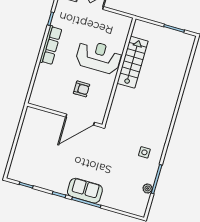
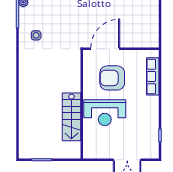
row of seats: (51, 45) -> (153, 76), moved
armchair: (82, 89) -> (112, 78), width x1.88, depth x1.88

